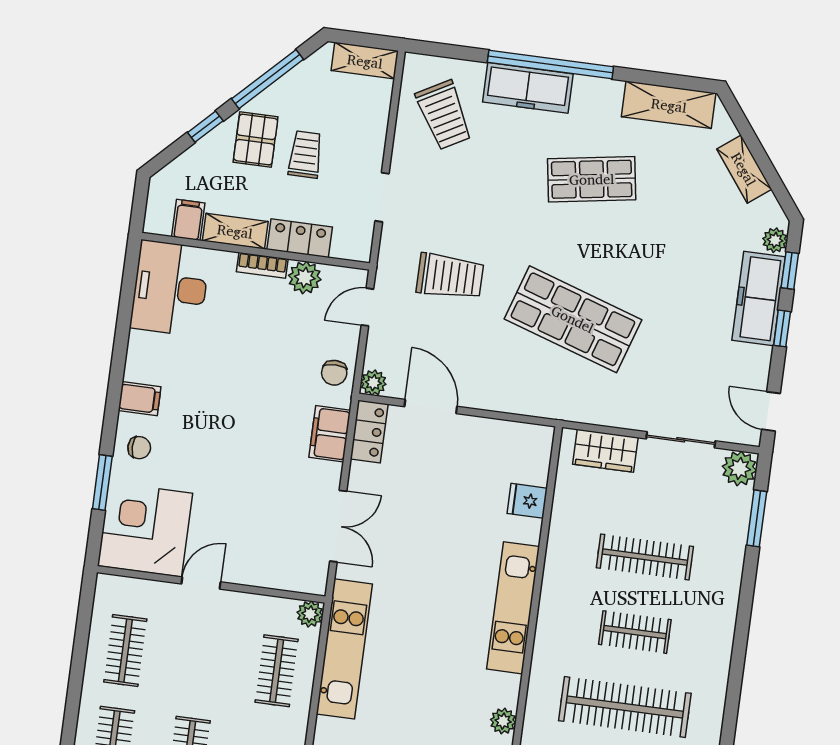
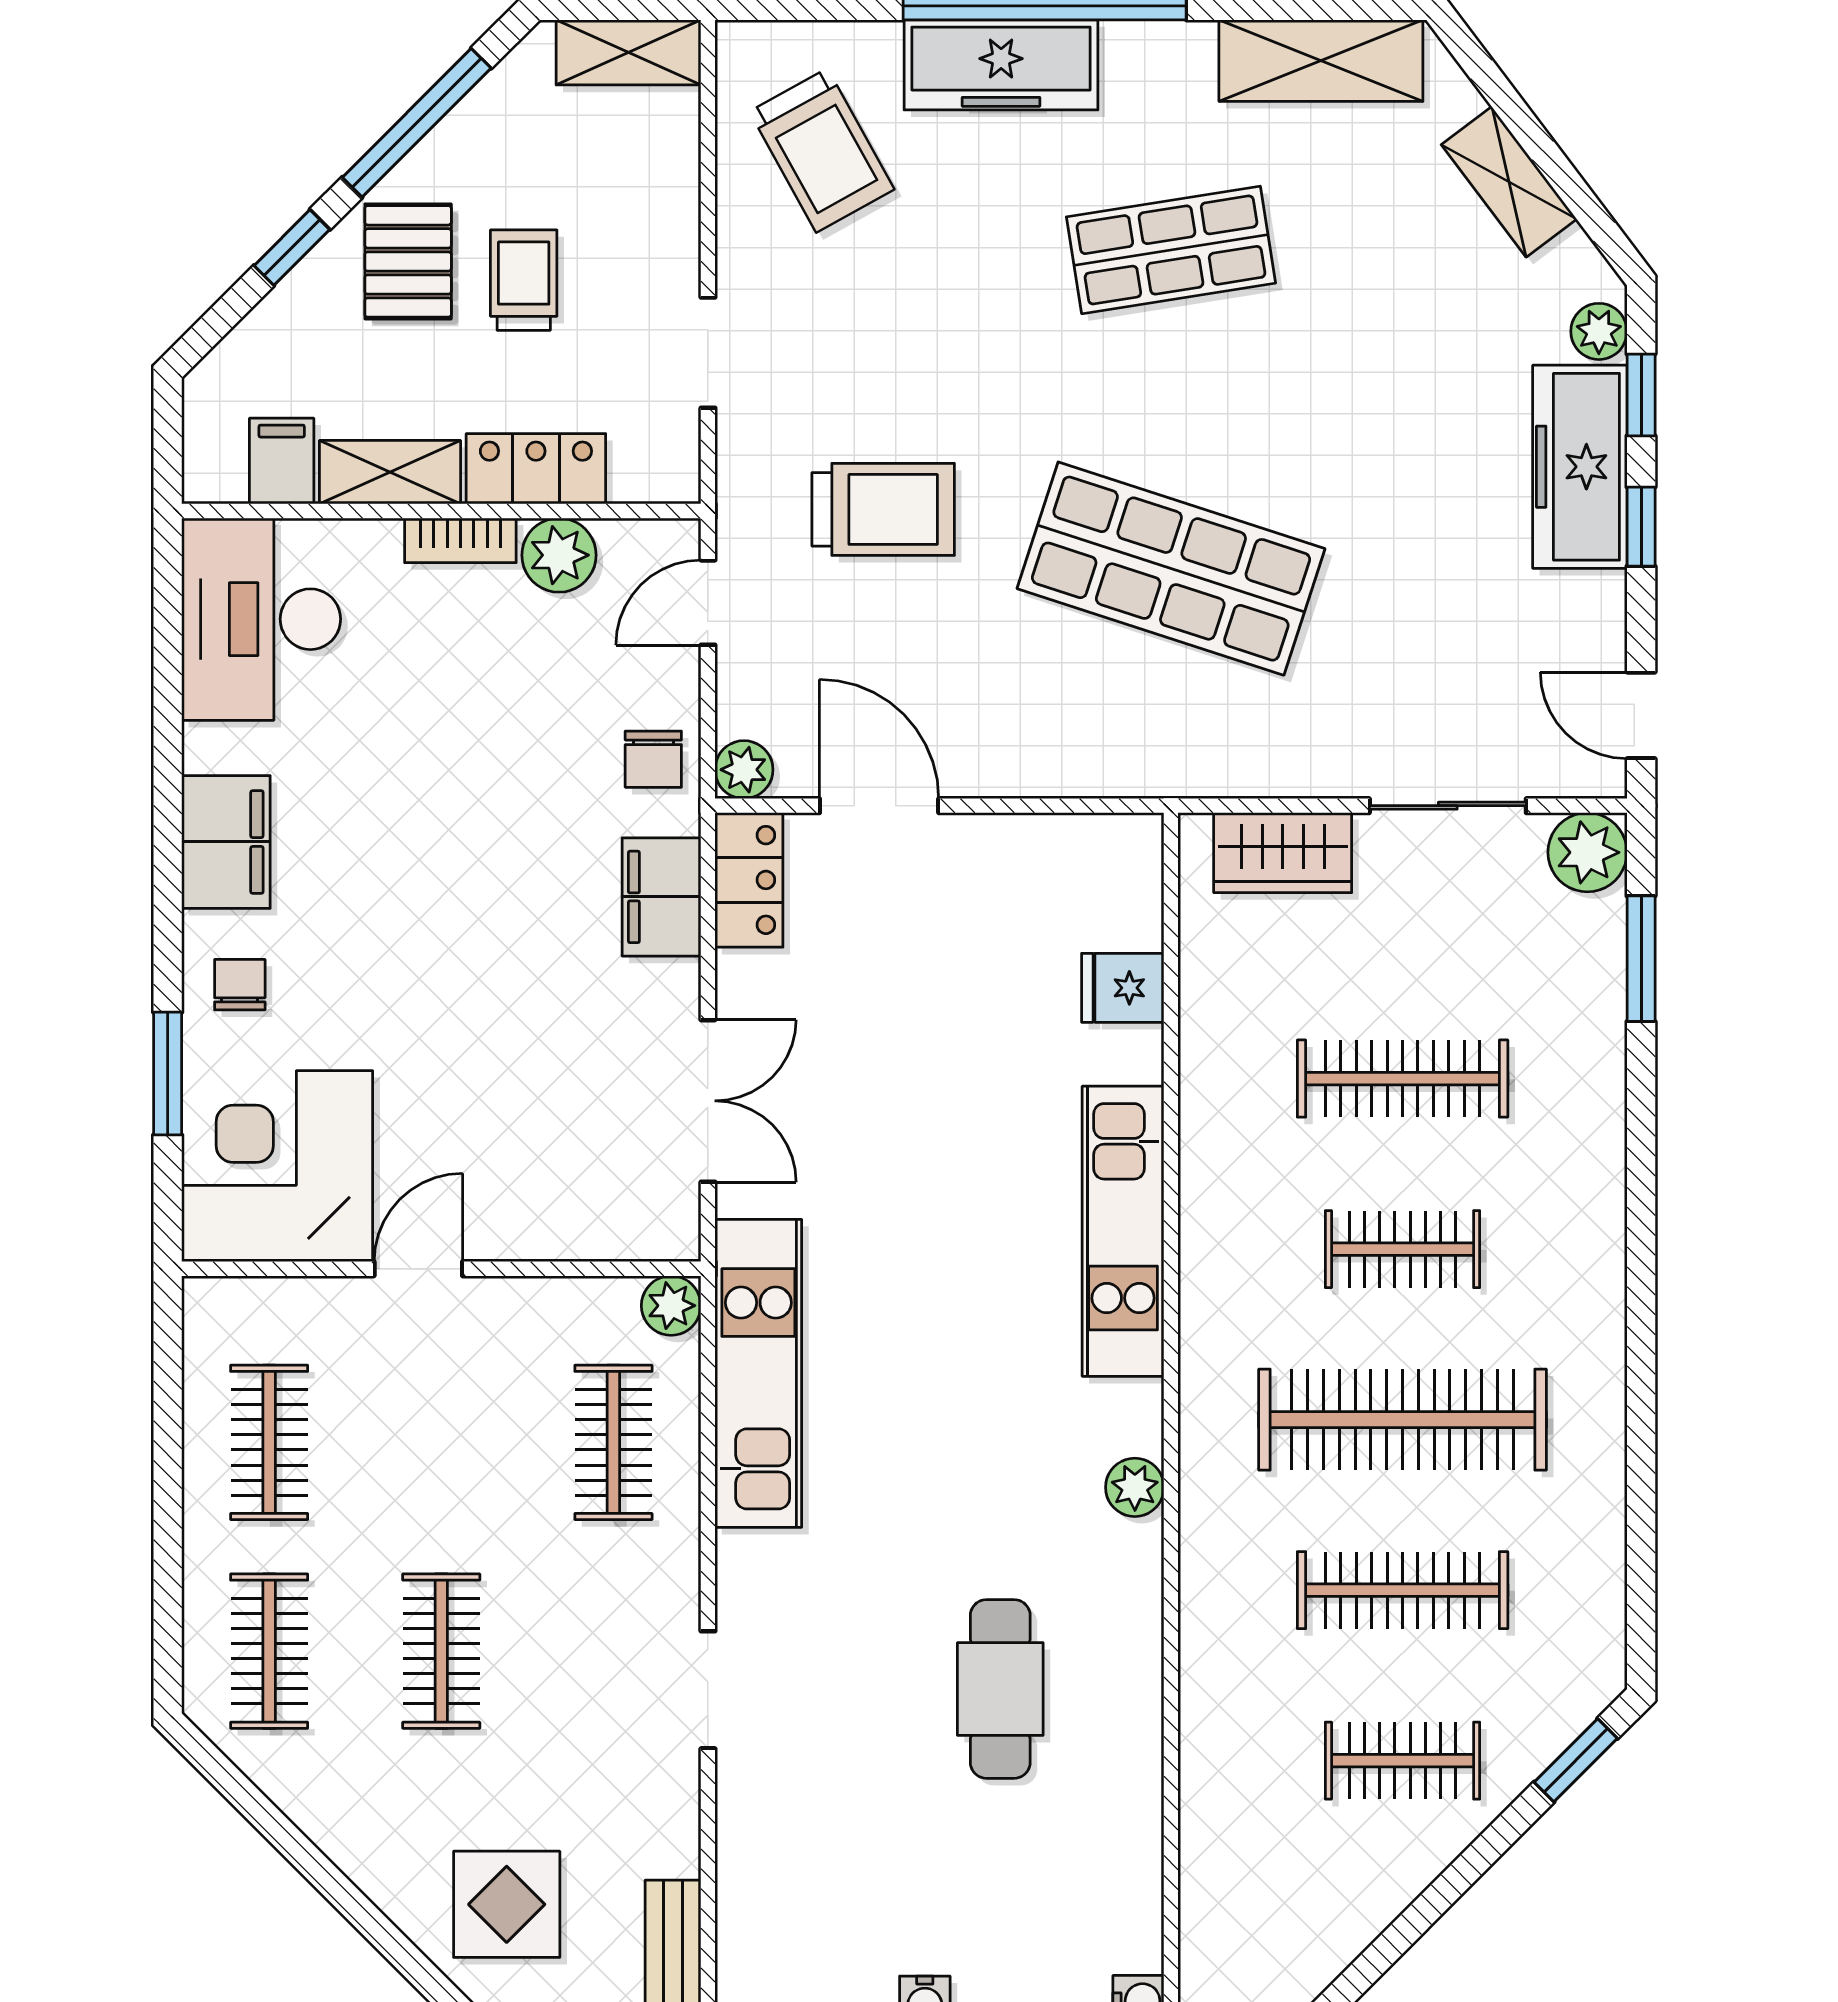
filing cabinet: (140, 399) -> (226, 842), width x2.00
chair: (139, 448) -> (240, 985), turned -90

